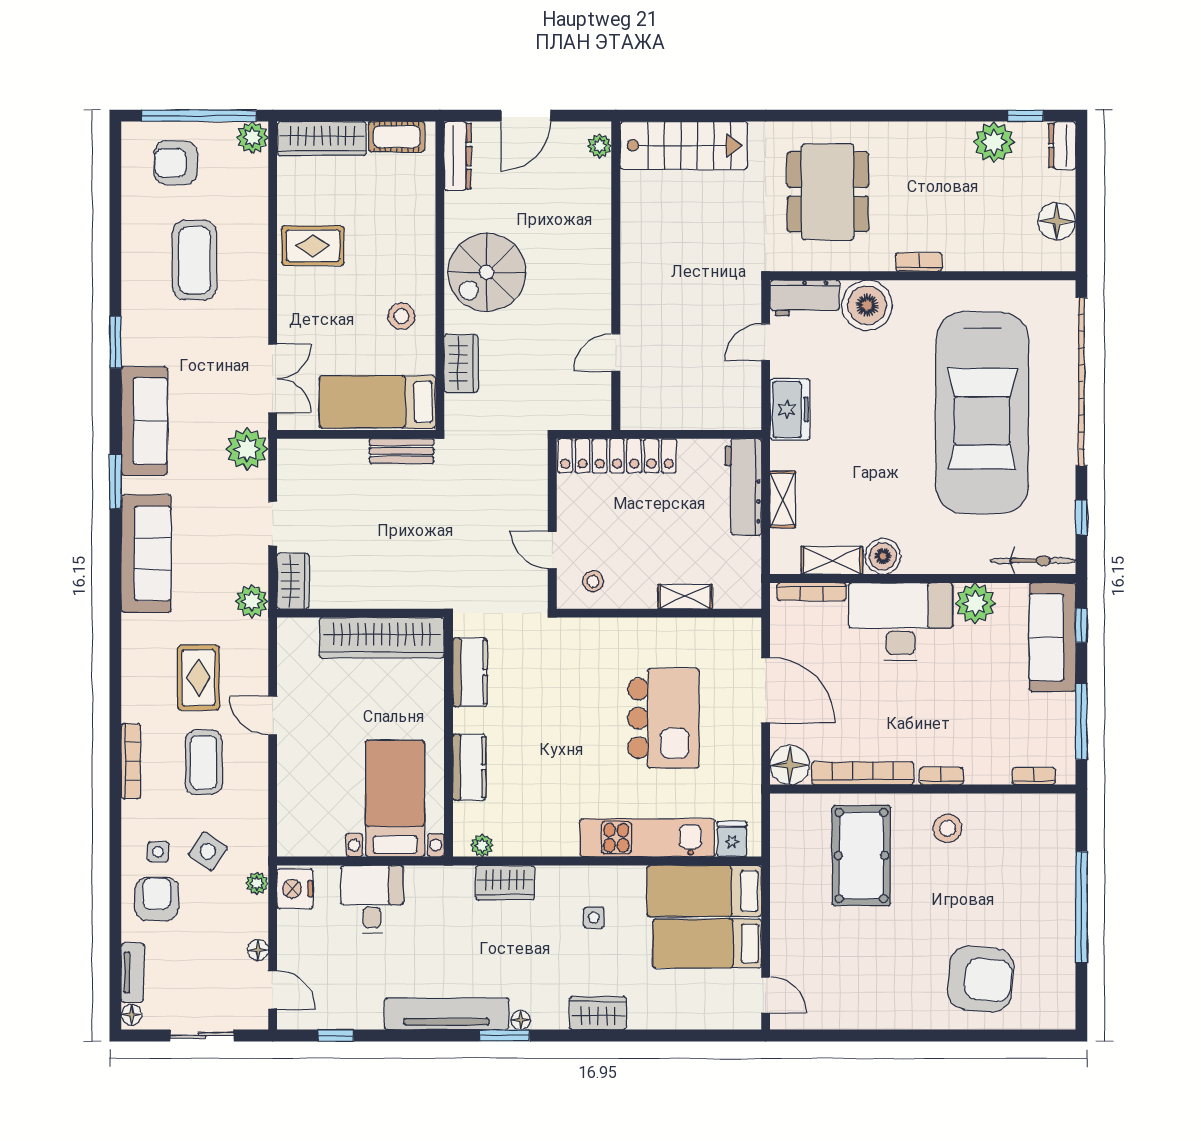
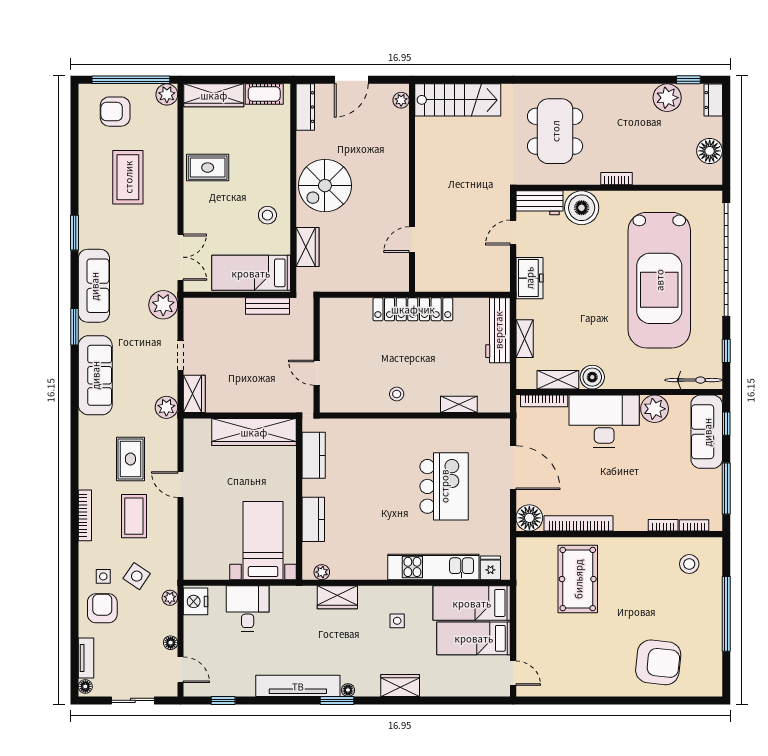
wall: (552, 524) -> (317, 355), moved
door: (552, 550) -> (317, 373), moved
bookcase: (941, 776) -> (663, 525), moved
stool: (948, 828) -> (689, 564), moved

